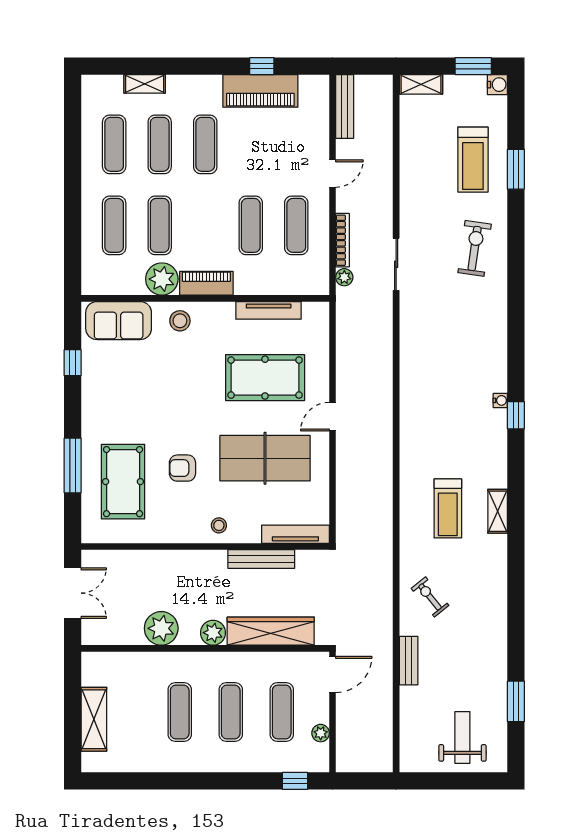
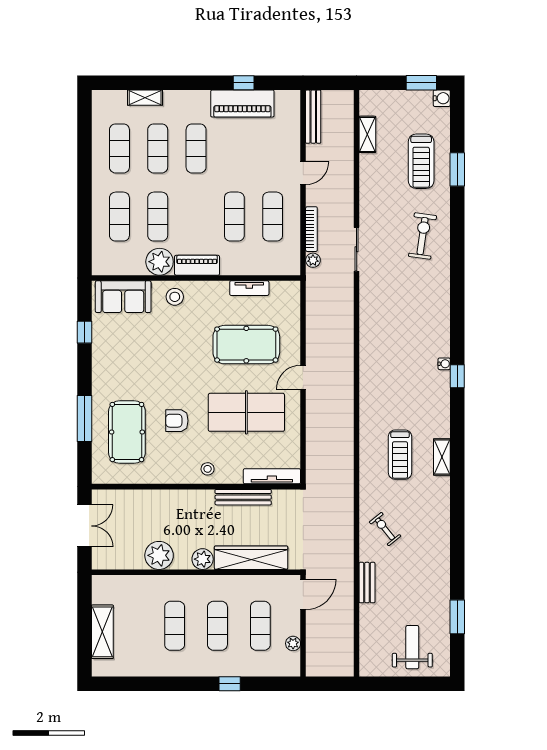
shelving: (421, 84) -> (367, 134), moved, turned 90
tv unit: (269, 310) -> (249, 288), width x0.71
window: (295, 781) -> (230, 684), moved

